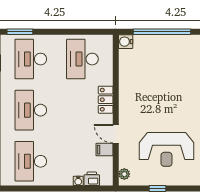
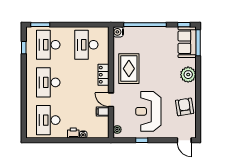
rug: (140, 91) -> (129, 69), added
reception desk: (166, 149) -> (148, 111), turned 90
printer: (92, 179) -> (73, 133), moved

